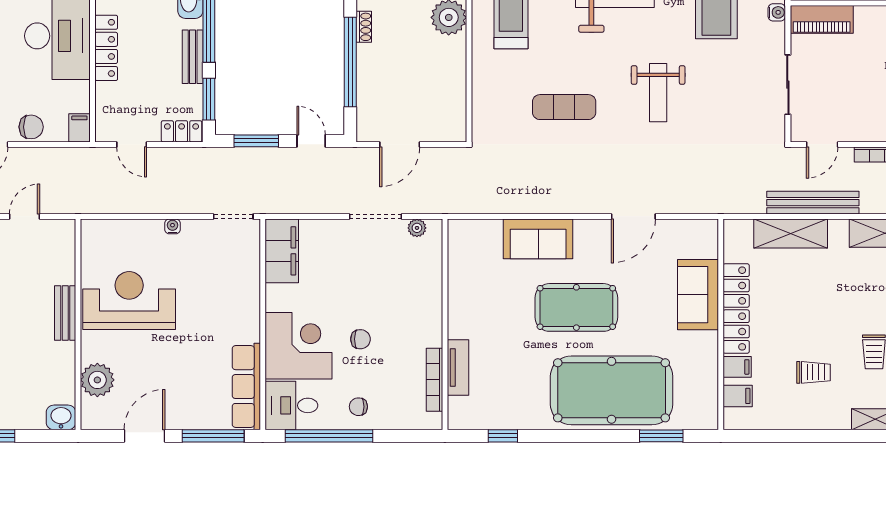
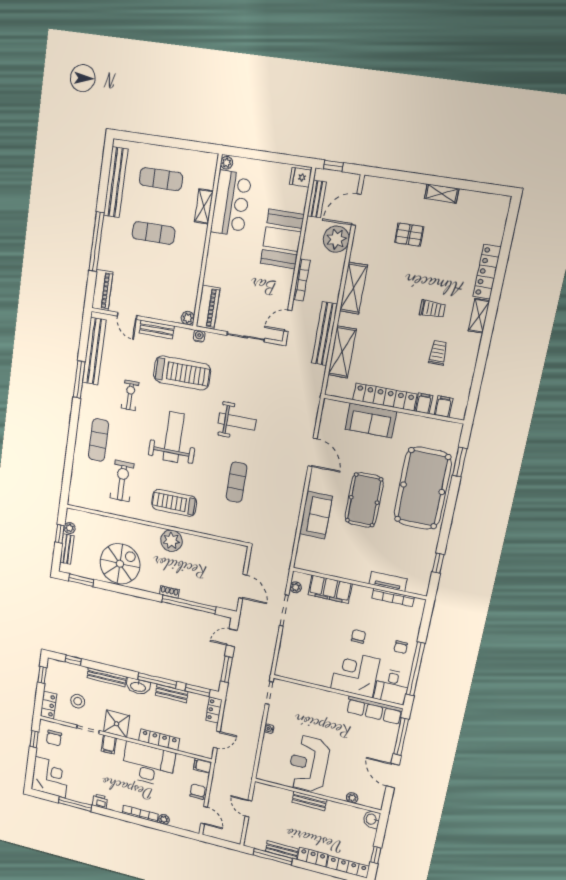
door: (822, 144) -> (288, 321), swing flipped
filing cabinet: (282, 251) -> (330, 589), moved, turned 180
plant: (97, 380) -> (352, 798), width x0.53, depth x0.53

